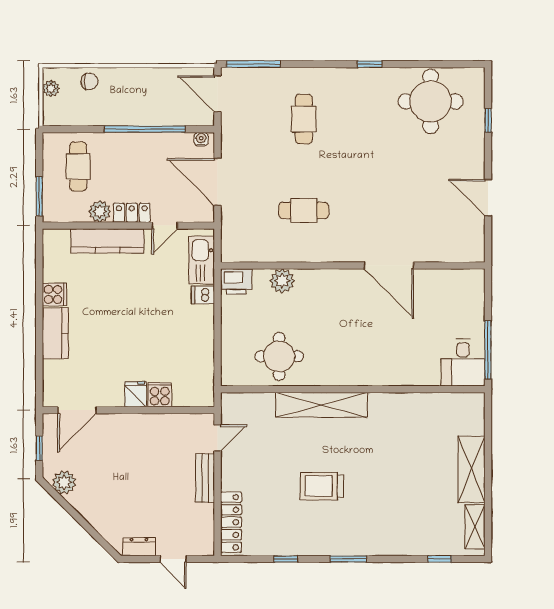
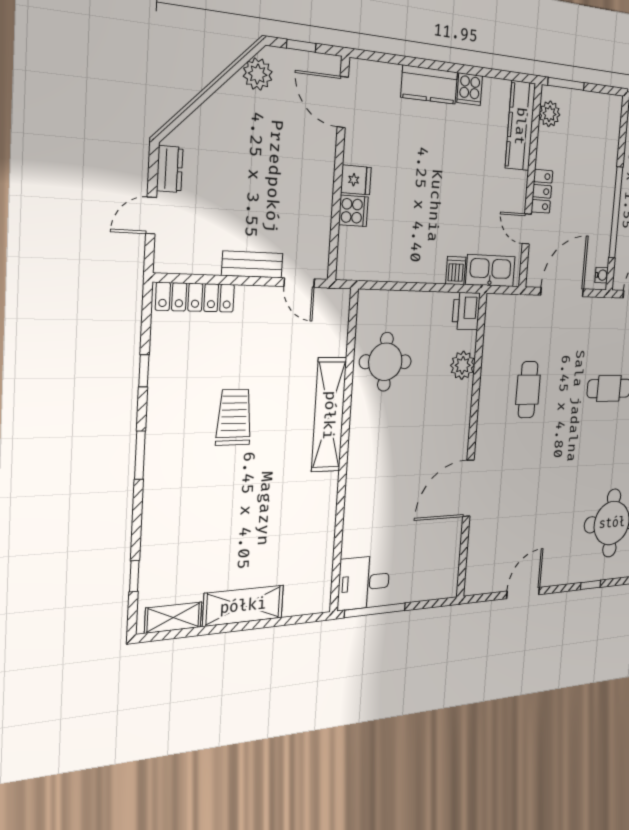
cafe table: (78, 166) -> (590, 133), removed
plant: (100, 211) -> (550, 114), moved
kitchen counter: (107, 241) -> (520, 126), moved

